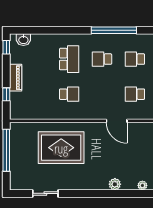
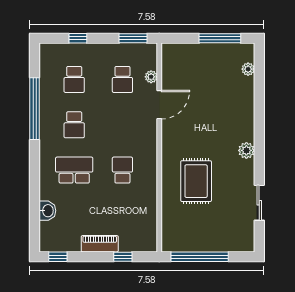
washbasin: (23, 40) -> (47, 211), moved
plant: (137, 115) -> (151, 77), added
rug: (61, 148) -> (196, 181), width x0.73, depth x0.69
plant: (115, 184) -> (246, 150), moved

